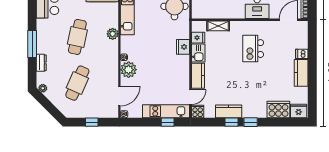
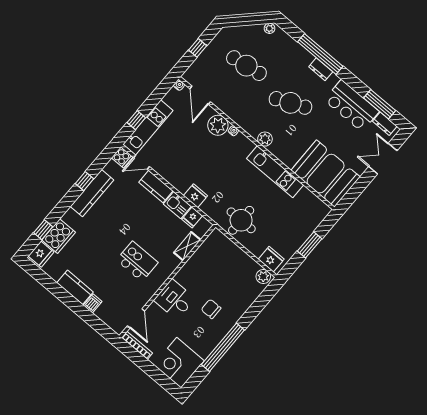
cafe table: (77, 37) -> (290, 103), turned -36
window: (32, 44) -> (320, 54), width x1.46
dresser: (41, 63) -> (321, 69), moved
cafe table: (77, 83) -> (246, 66), turned -33
door: (191, 97) -> (142, 162), hinge flipped
kitchen counter: (229, 111) -> (92, 193), width x1.50
window: (251, 122) -> (43, 230), moved

